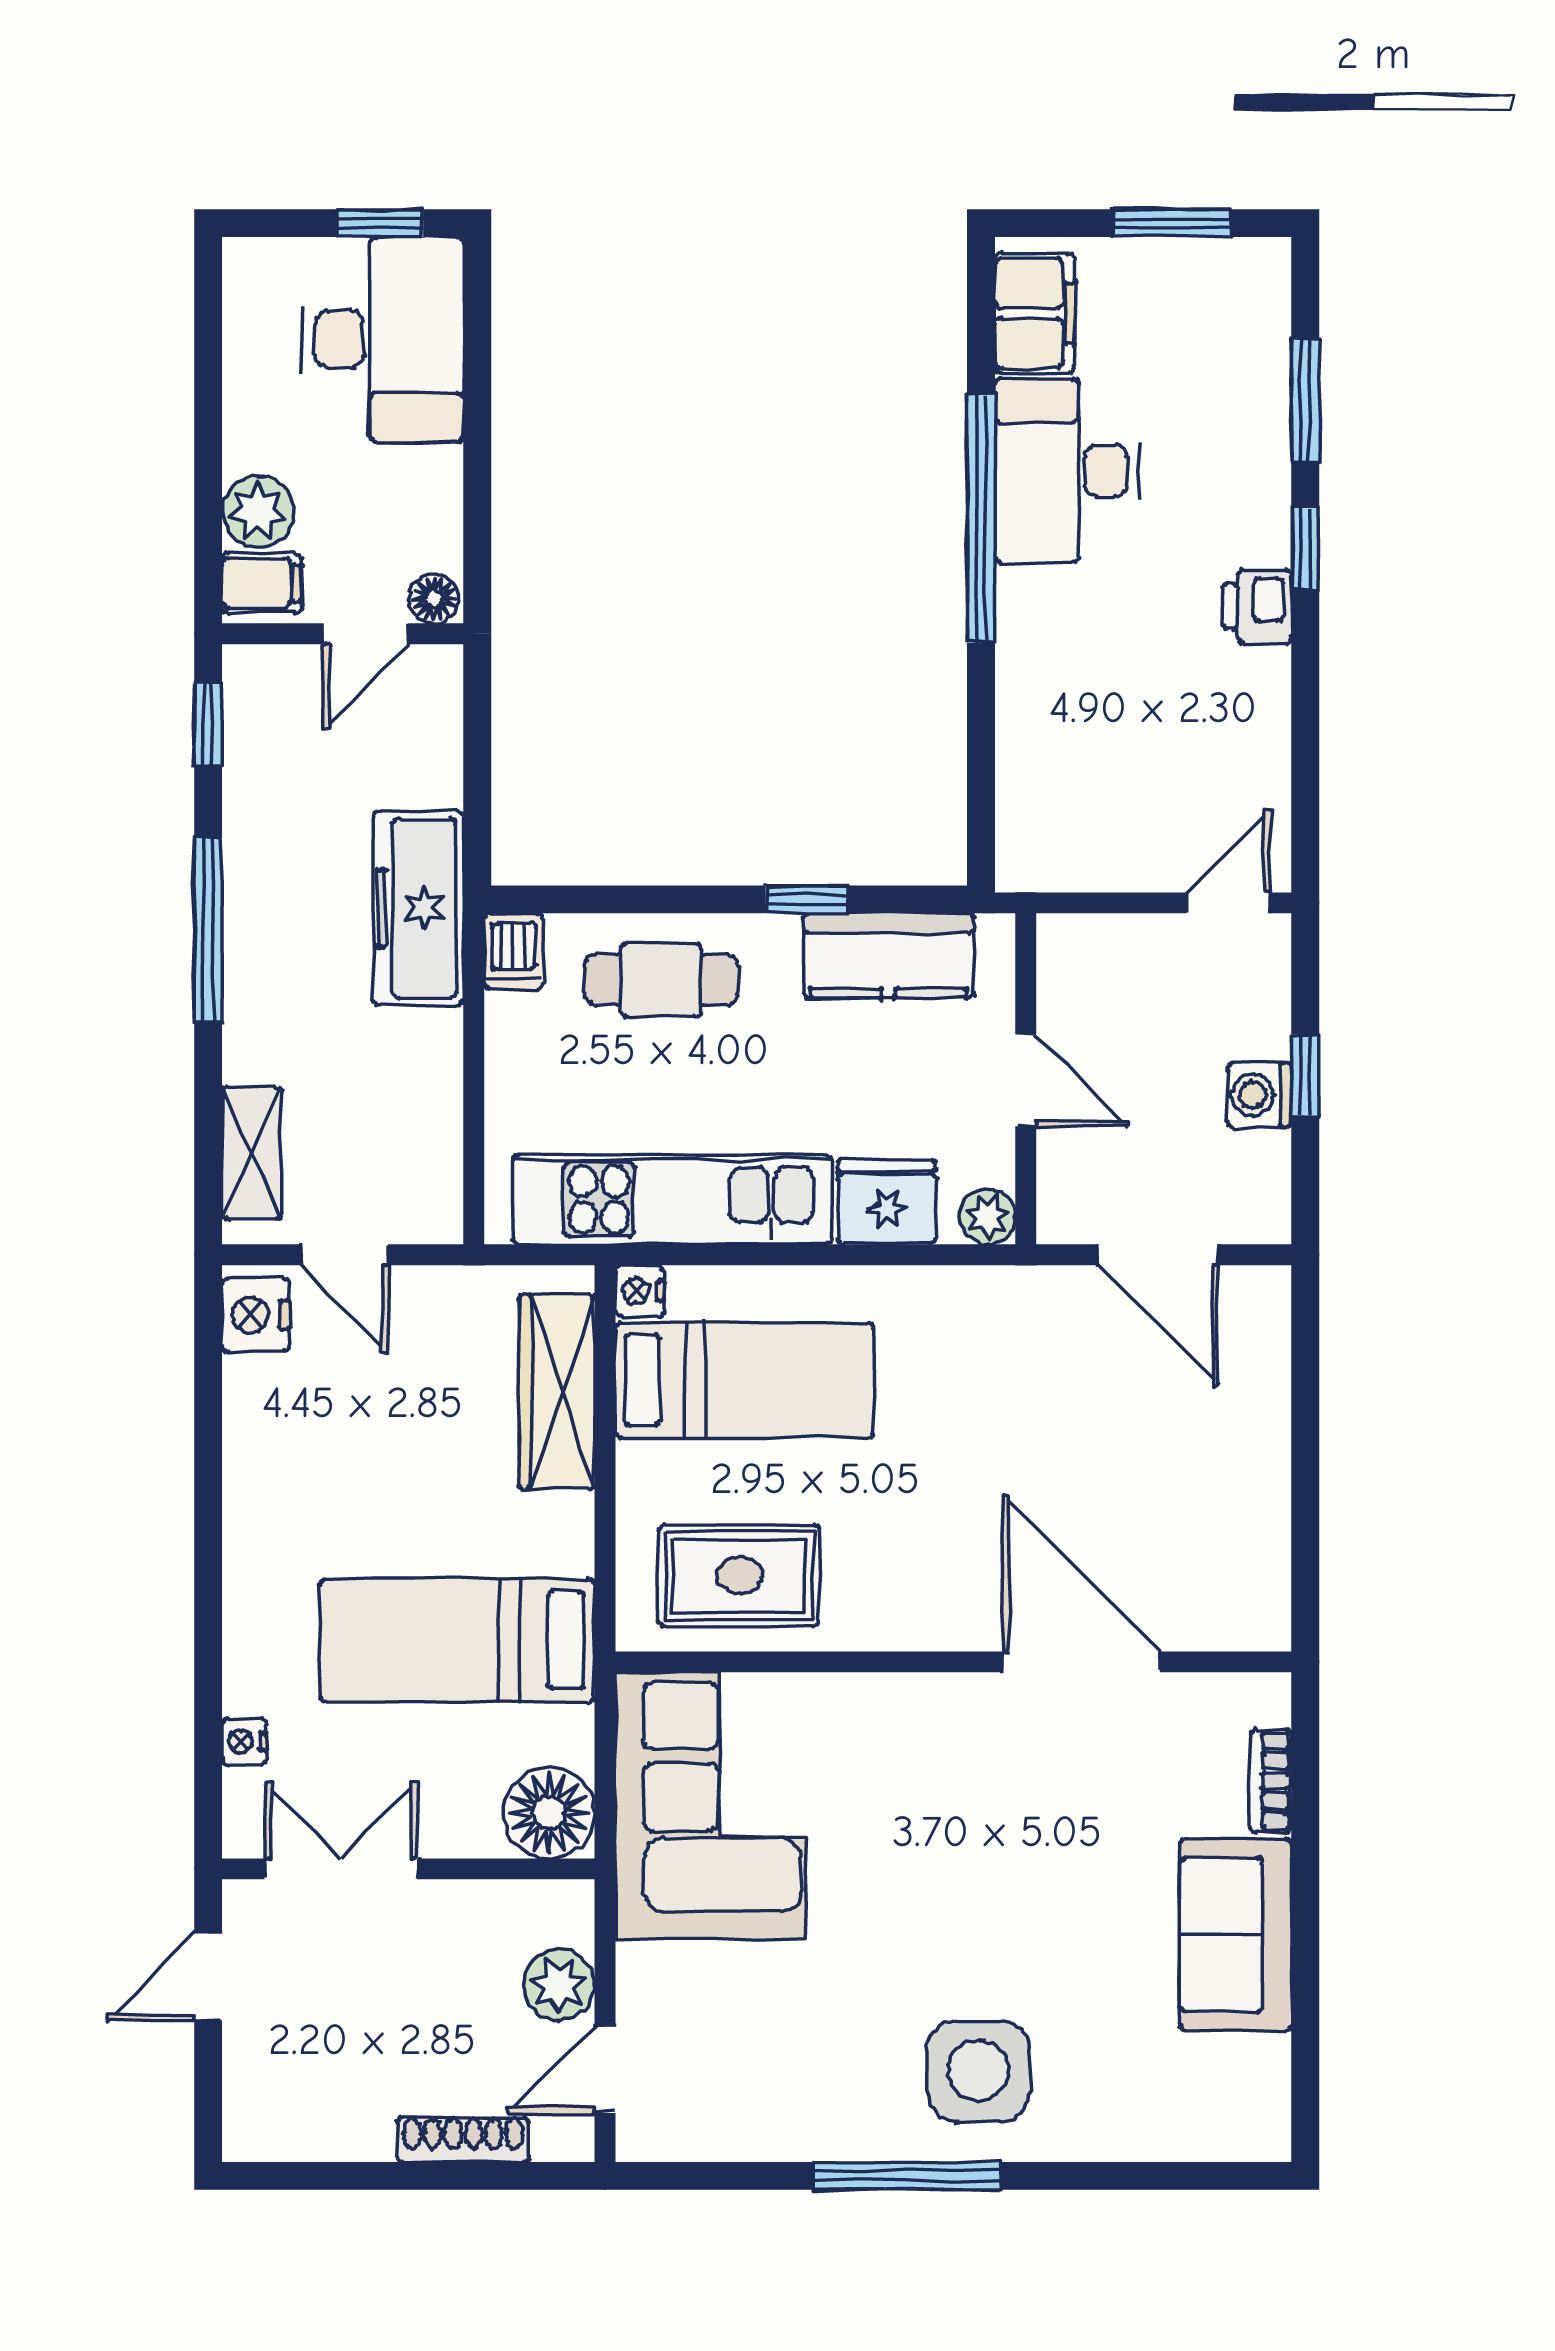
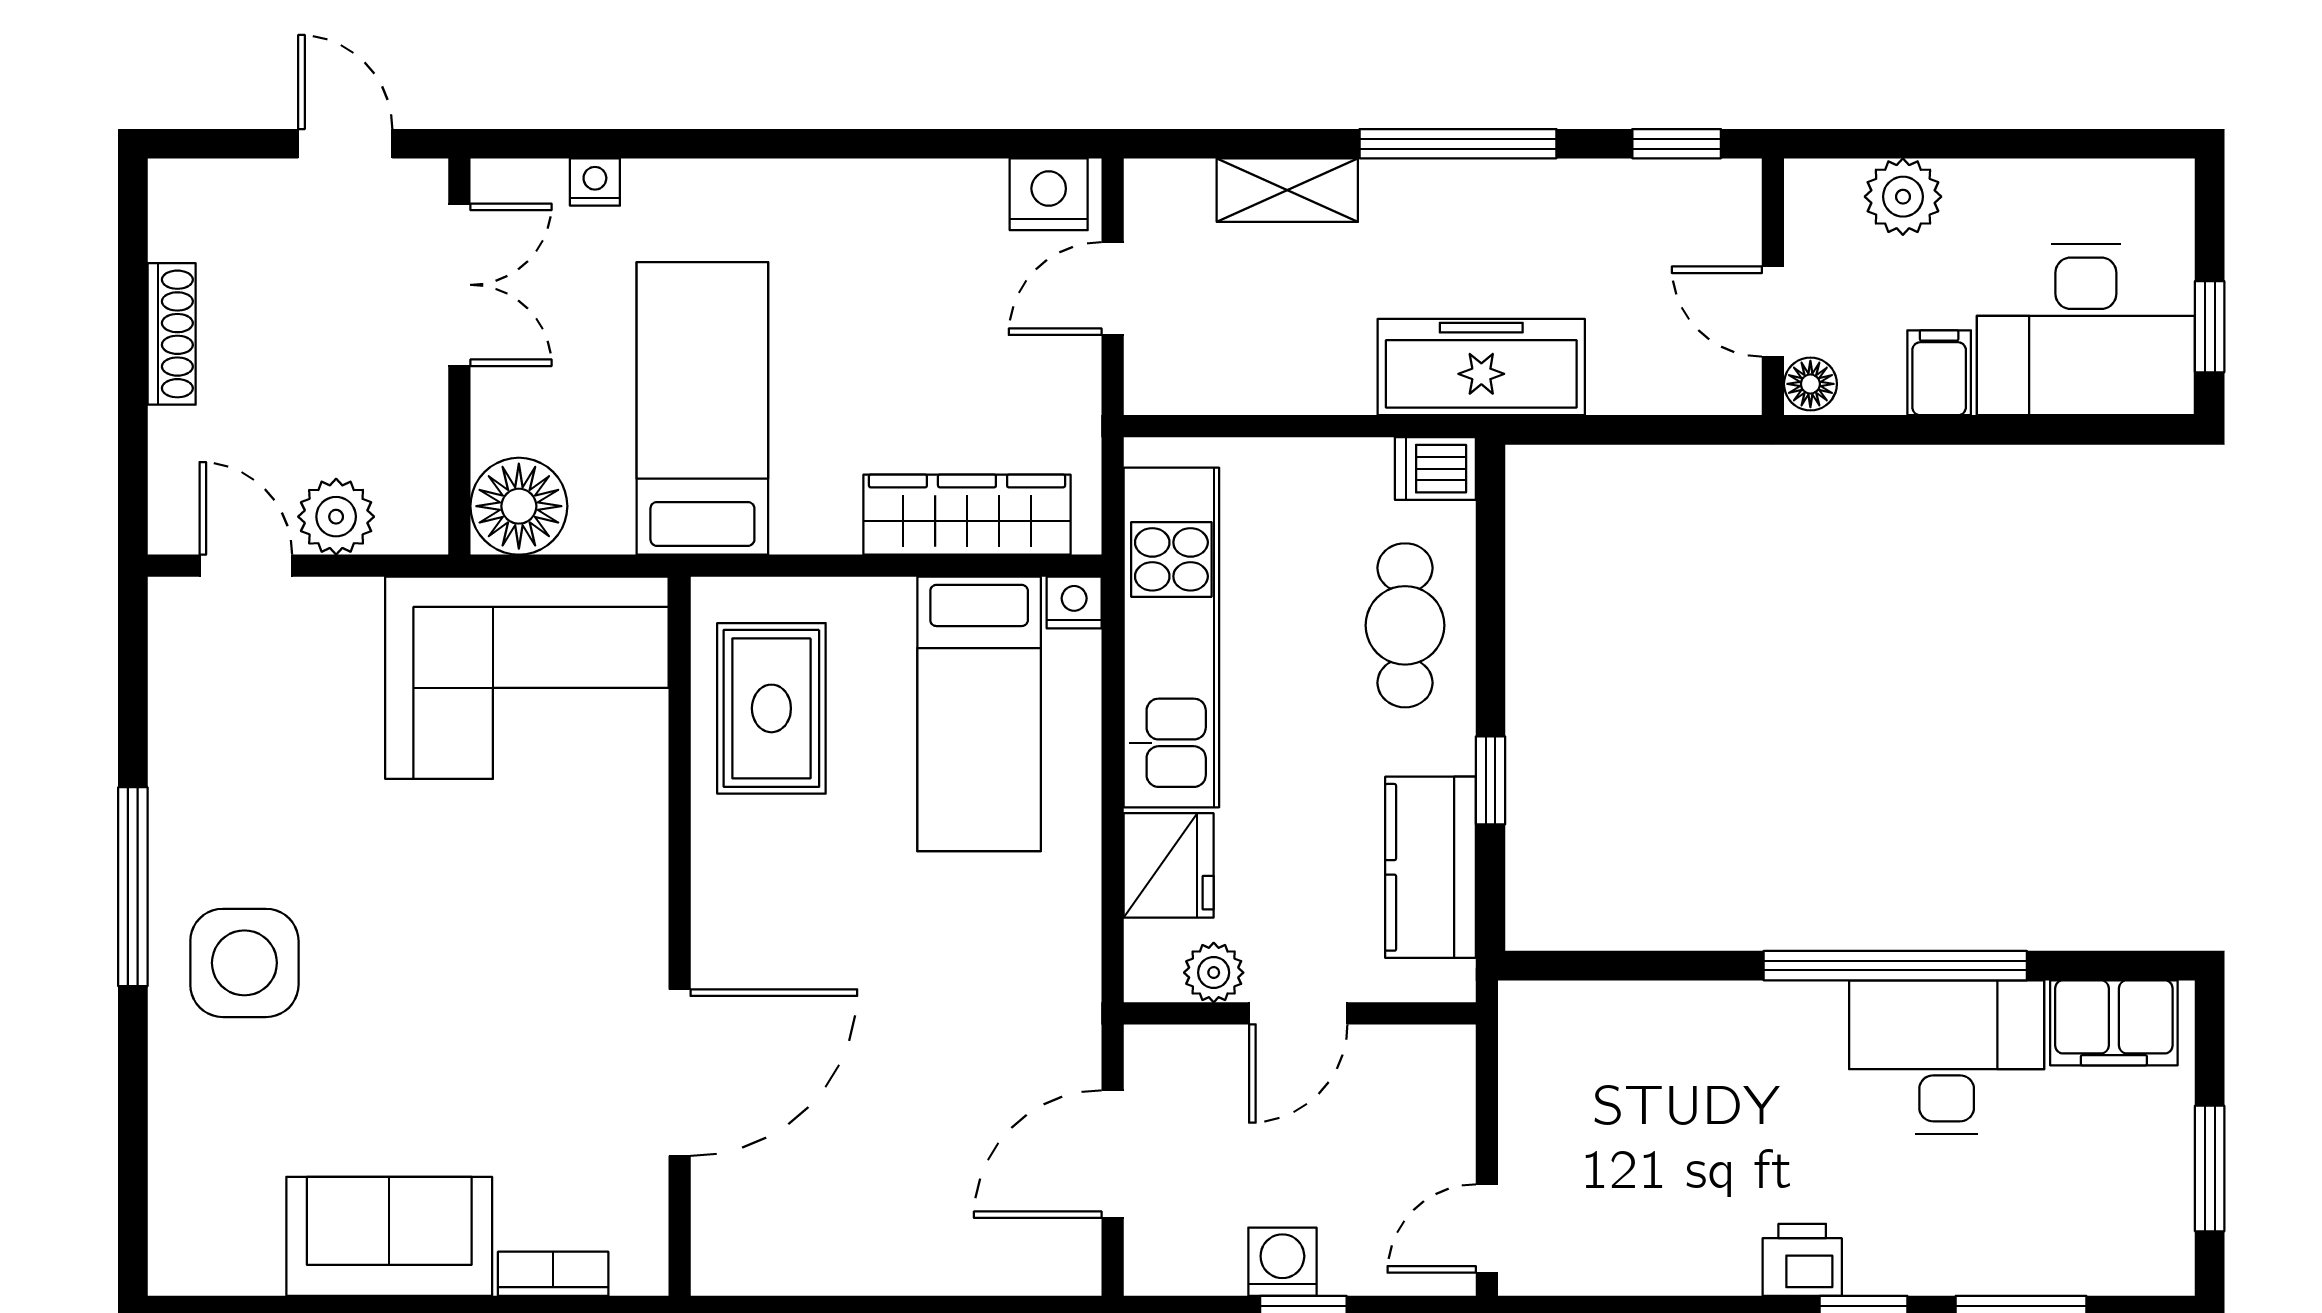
filing cabinet: (262, 583) -> (1939, 373), moved, turned 180
door: (1228, 903) -> (1487, 1229), swing flipped
shelving: (252, 1153) -> (1287, 190), moved
plant: (987, 1216) -> (1214, 973), moved
shoe rack: (463, 2139) -> (172, 334), moved

